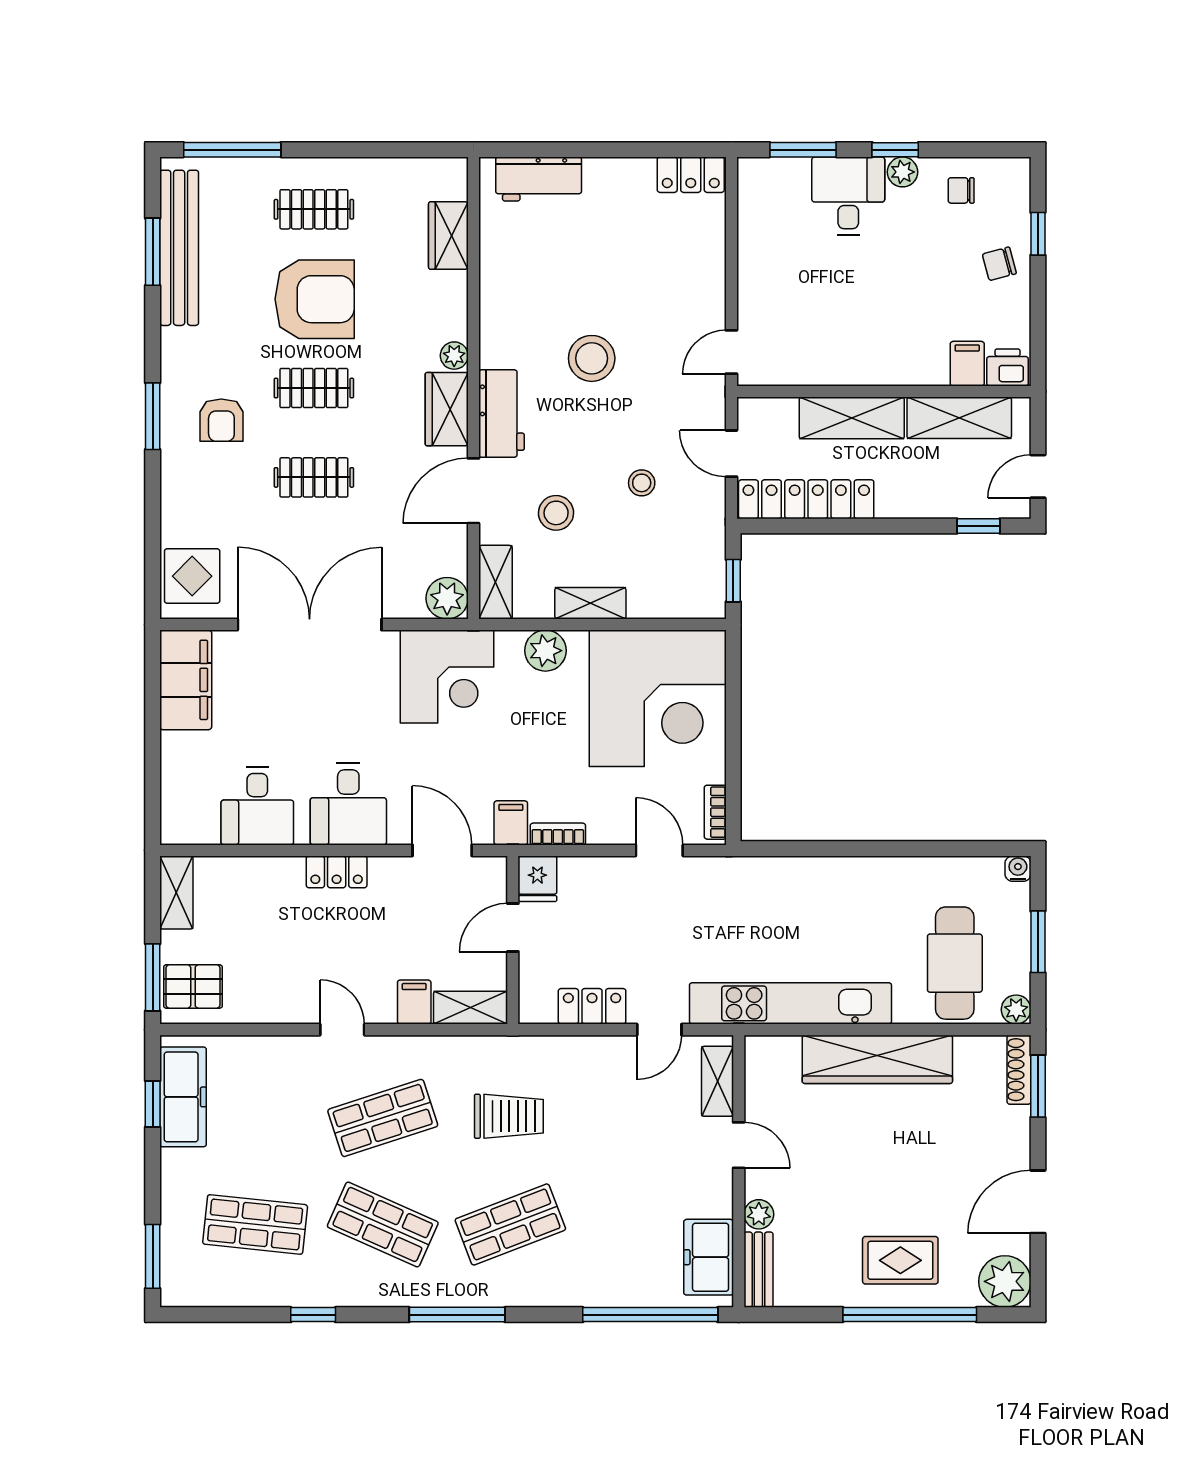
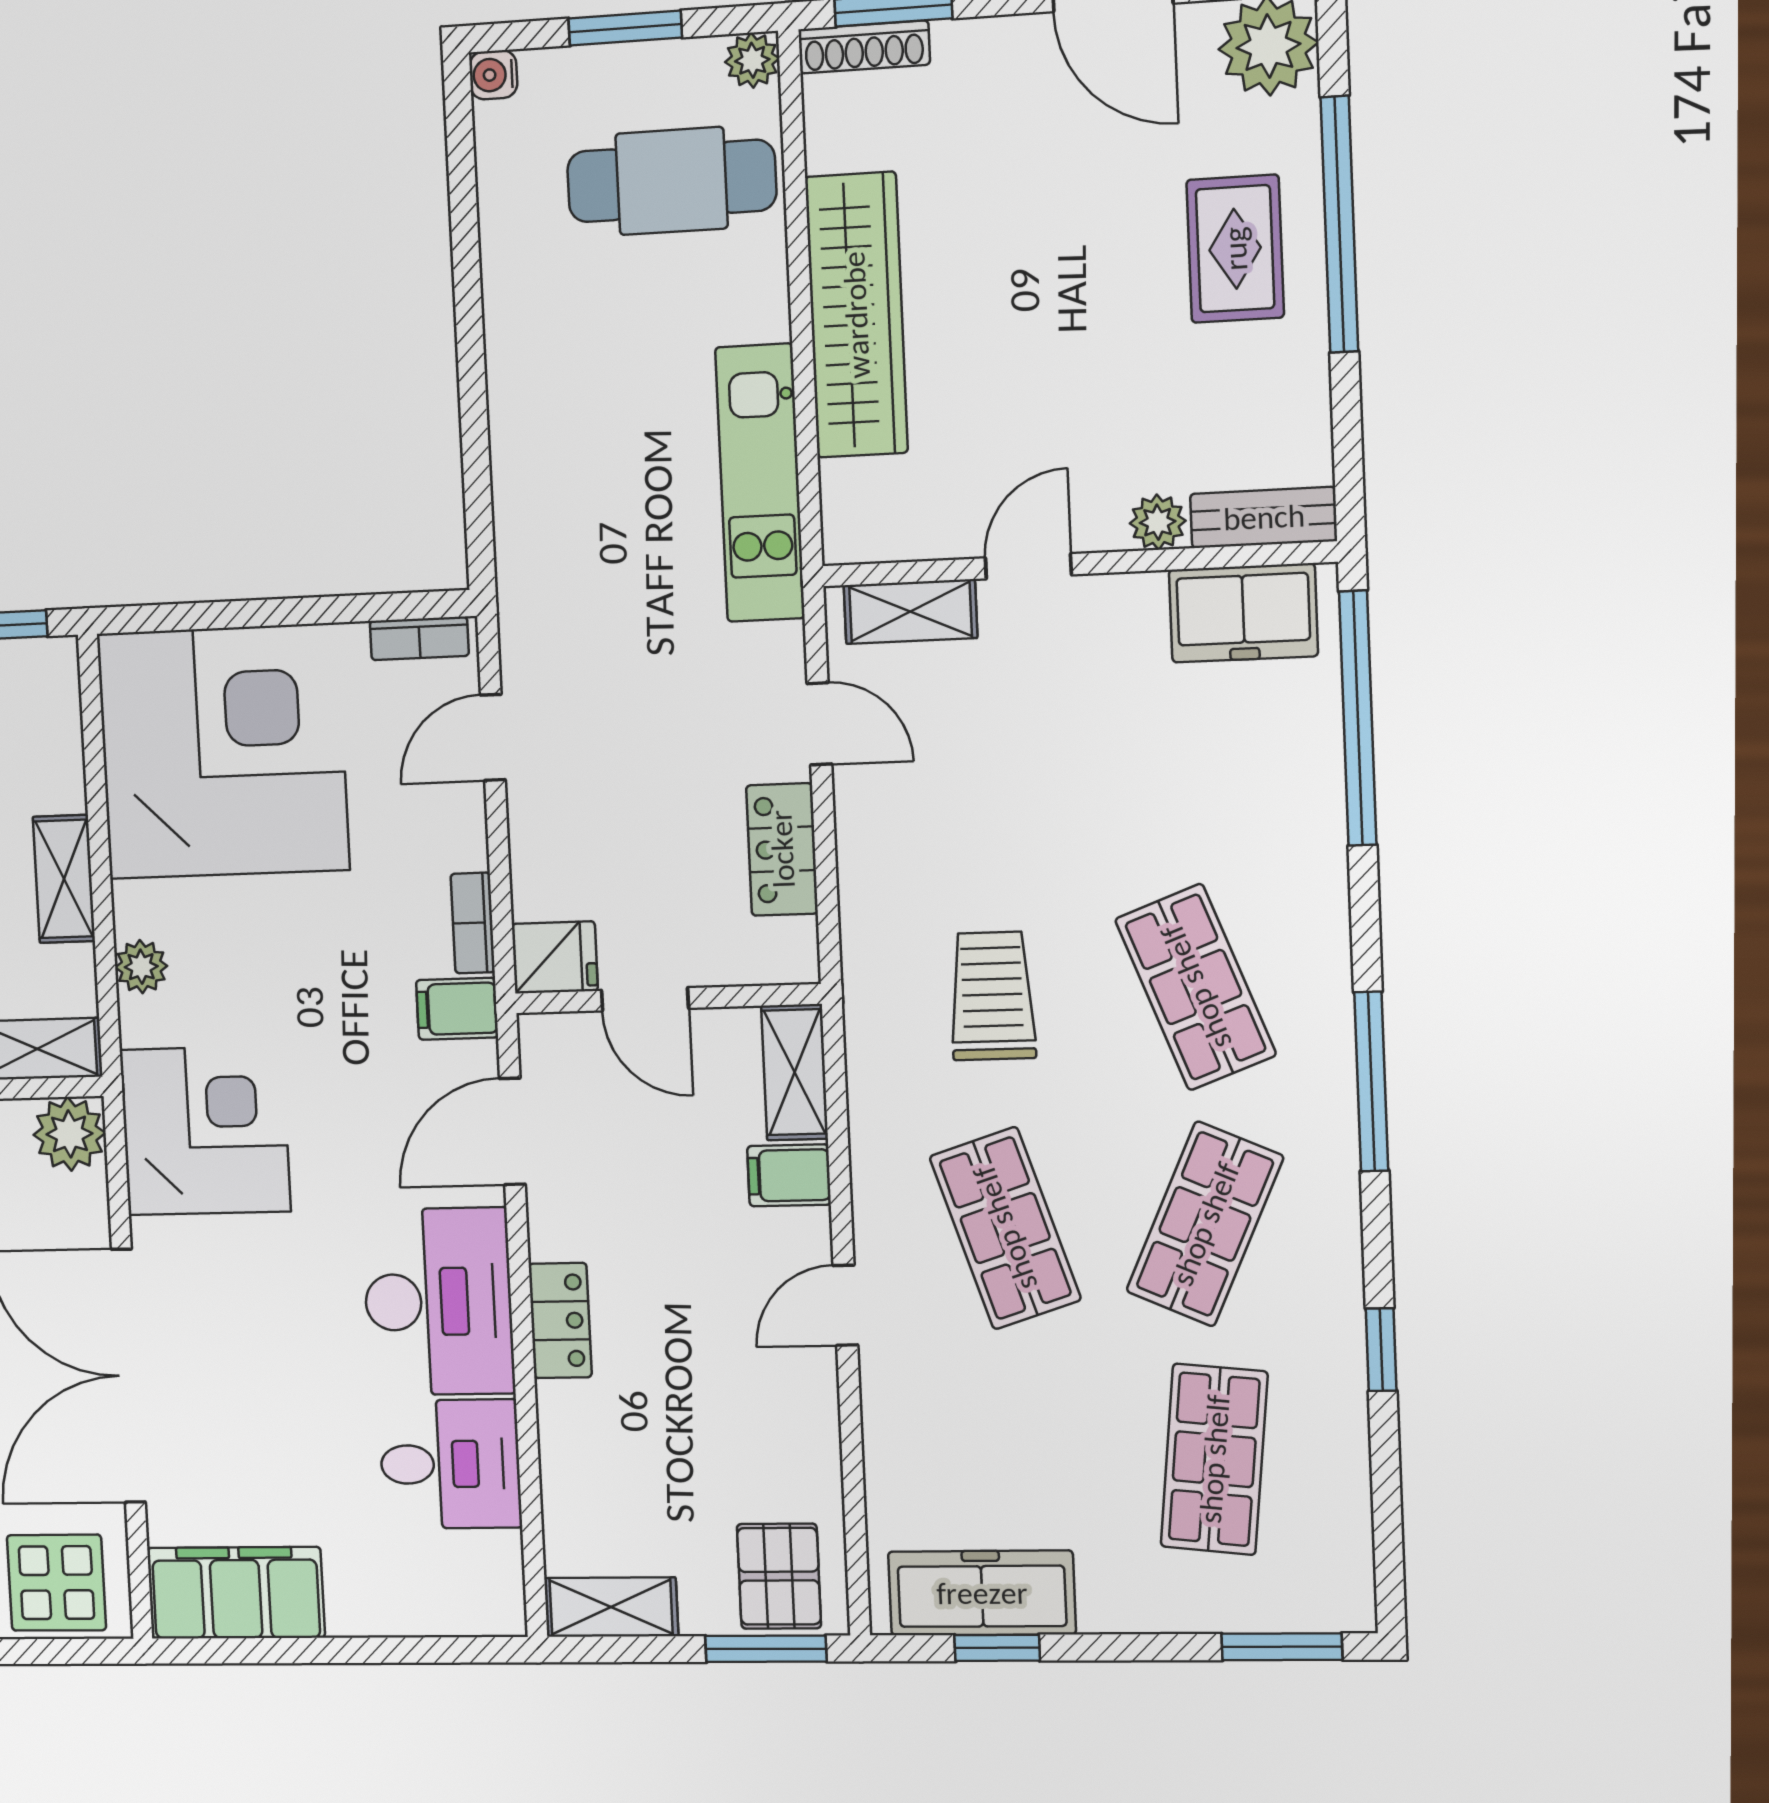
plant: (545, 651) -> (141, 967), width x0.73, depth x0.73
desk: (348, 804) -> (438, 1302), width x1.37
kitchen unit: (790, 1003) -> (760, 483), width x0.73

